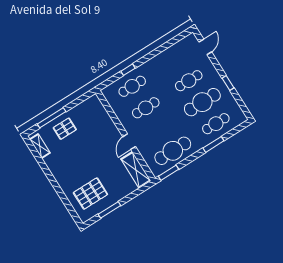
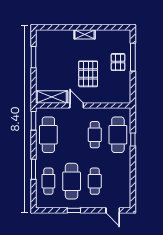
cafe table: (132, 86) -> (118, 135), width x1.37, depth x1.35
shelving: (40, 146) -> (85, 34), moved
pallet: (90, 194) -> (88, 74), moved

